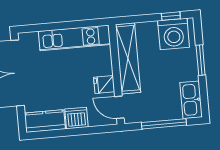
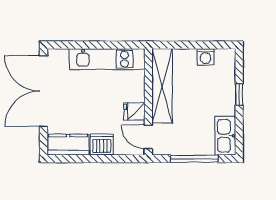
window: (171, 16) -> (212, 45), removed
washing machine: (174, 34) -> (205, 57), width x0.53, depth x0.53
window: (201, 60) -> (239, 94), width x0.67

